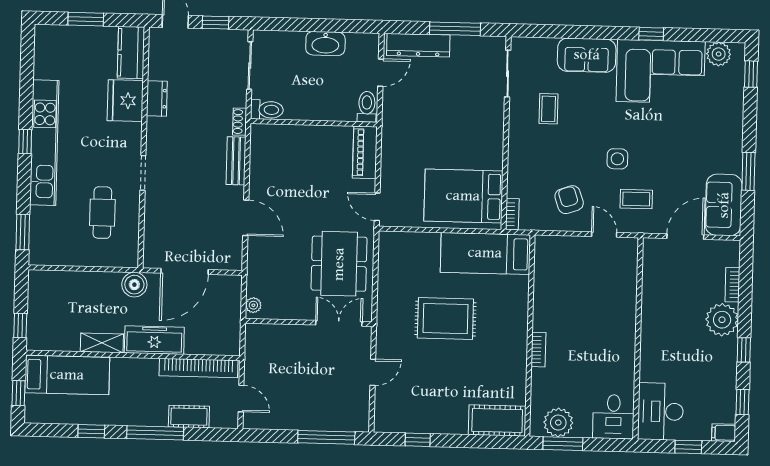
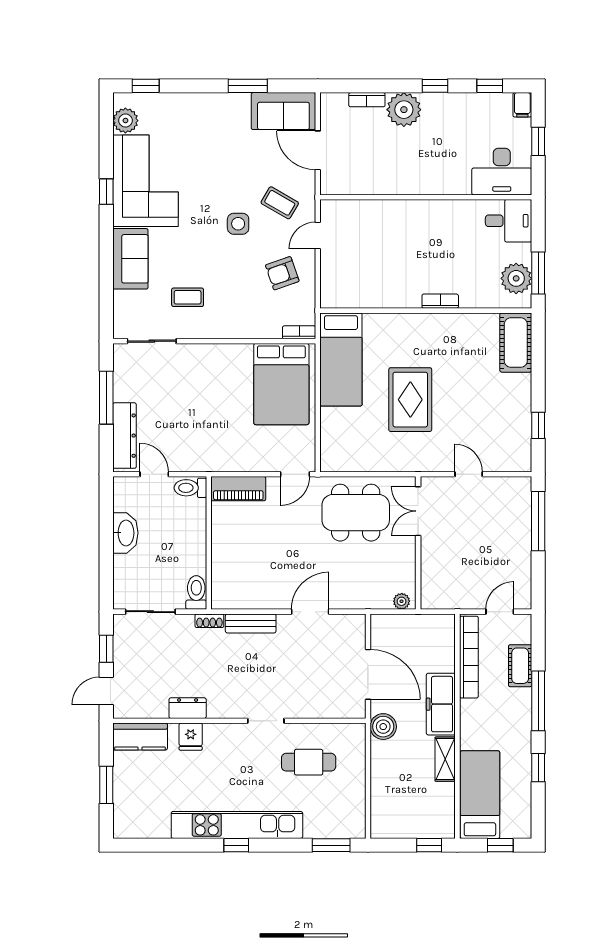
fridge: (125, 101) -> (191, 737), width x0.53, depth x0.75
coffee table: (636, 199) -> (280, 203), turned -60

